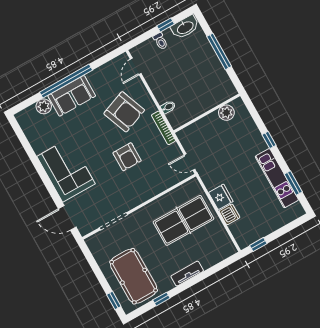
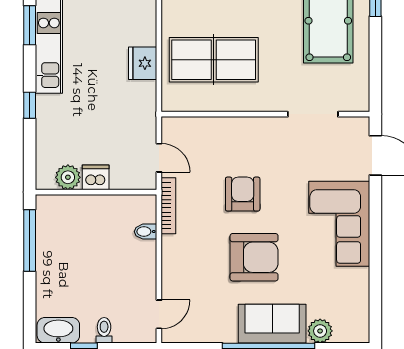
window: (219, 51) -> (30, 240), moved
armchair: (124, 112) -> (254, 257), moved, turned 111
door: (190, 162) -> (159, 158), moved
dishwasher: (229, 214) -> (96, 177), moved, turned 90

